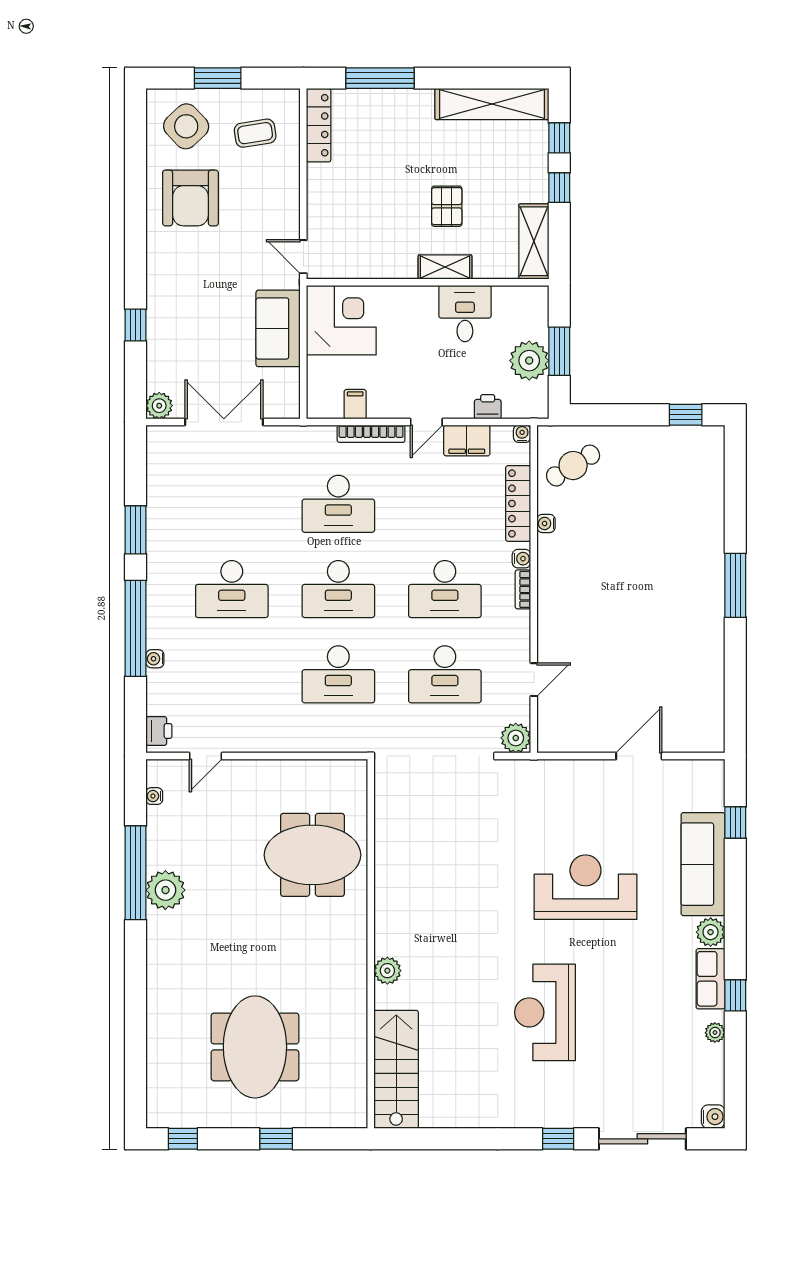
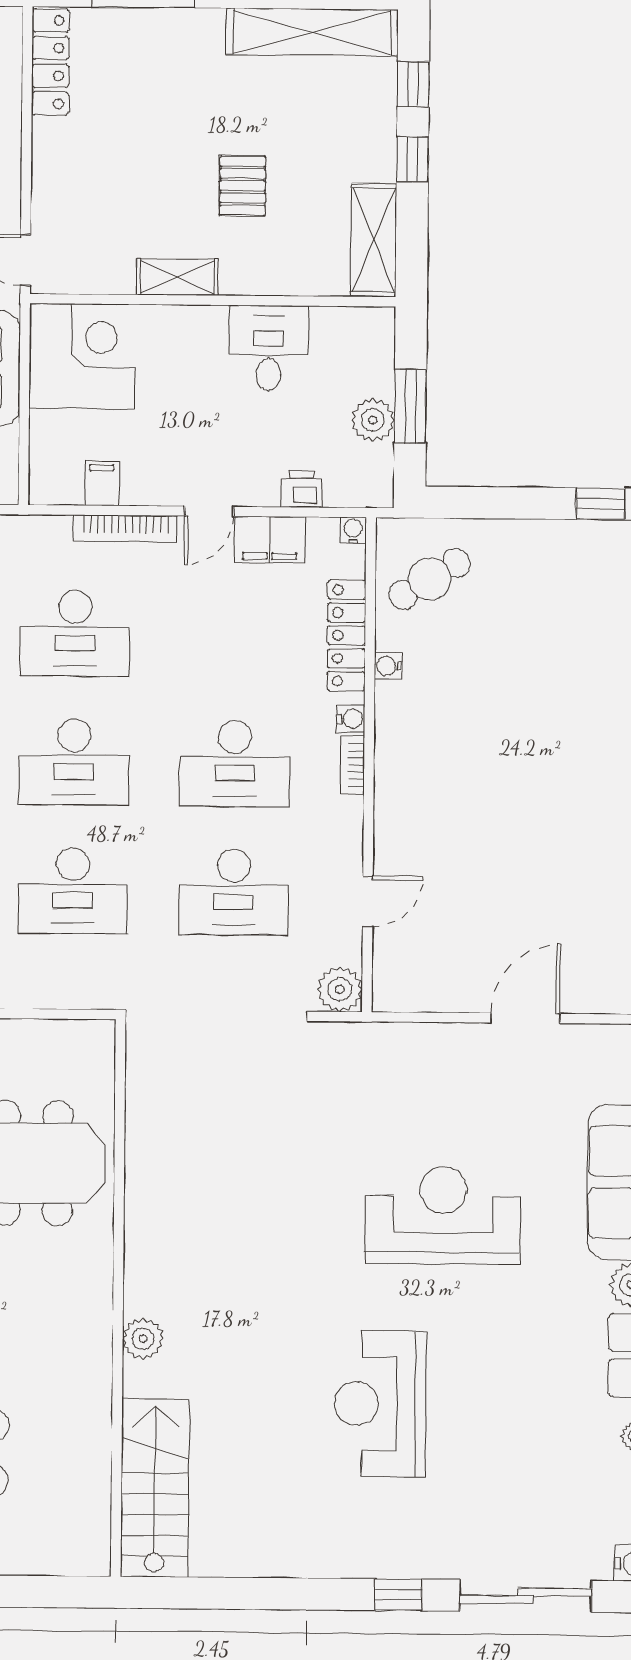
shelving: (445, 267) -> (177, 277), moved
plant: (529, 361) -> (373, 420), width x0.73, depth x0.73

